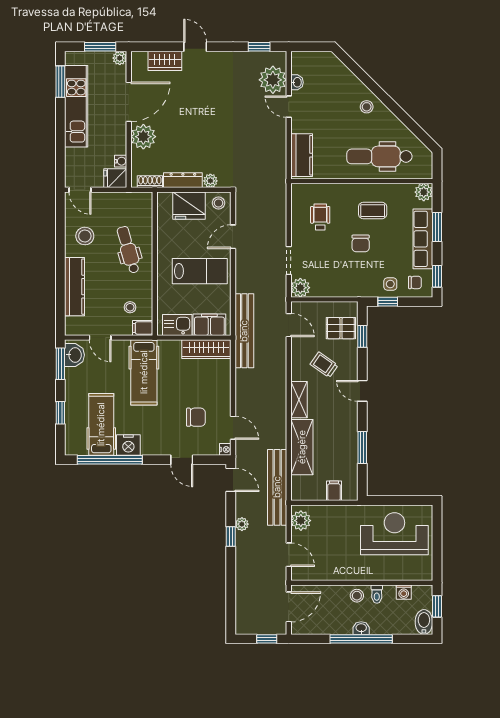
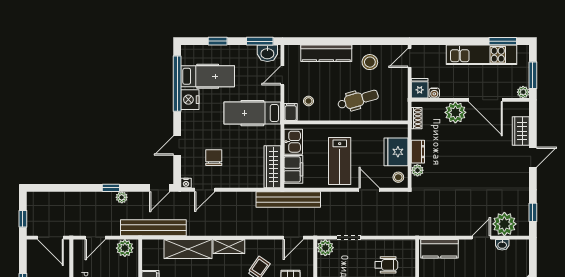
dresser: (183, 180) -> (418, 152), width x0.70
chair: (196, 417) -> (214, 158), turned 180

